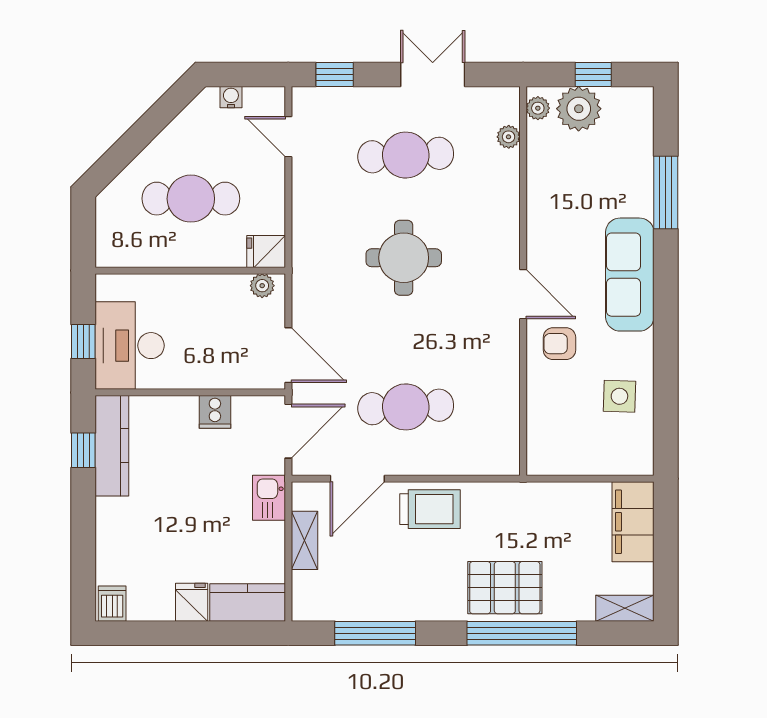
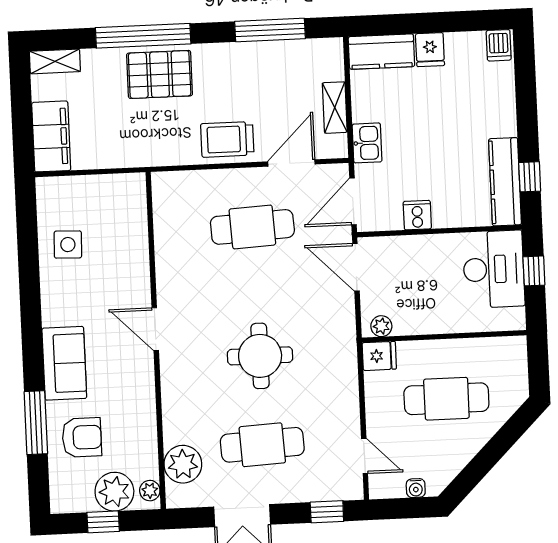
plant: (509, 137) -> (183, 464), width x1.88, depth x1.88
sofa: (630, 275) -> (64, 363), width x0.73
armchair: (559, 344) -> (82, 437), moved, width x1.38, depth x1.38

